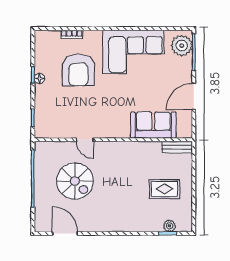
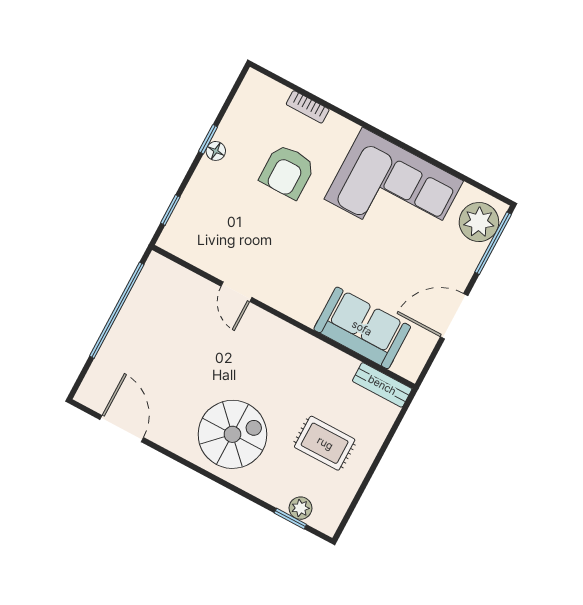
armchair: (78, 70) -> (287, 171), width x0.73, depth x0.73
spiral stairs: (75, 181) -> (232, 434), moved, turned -90

